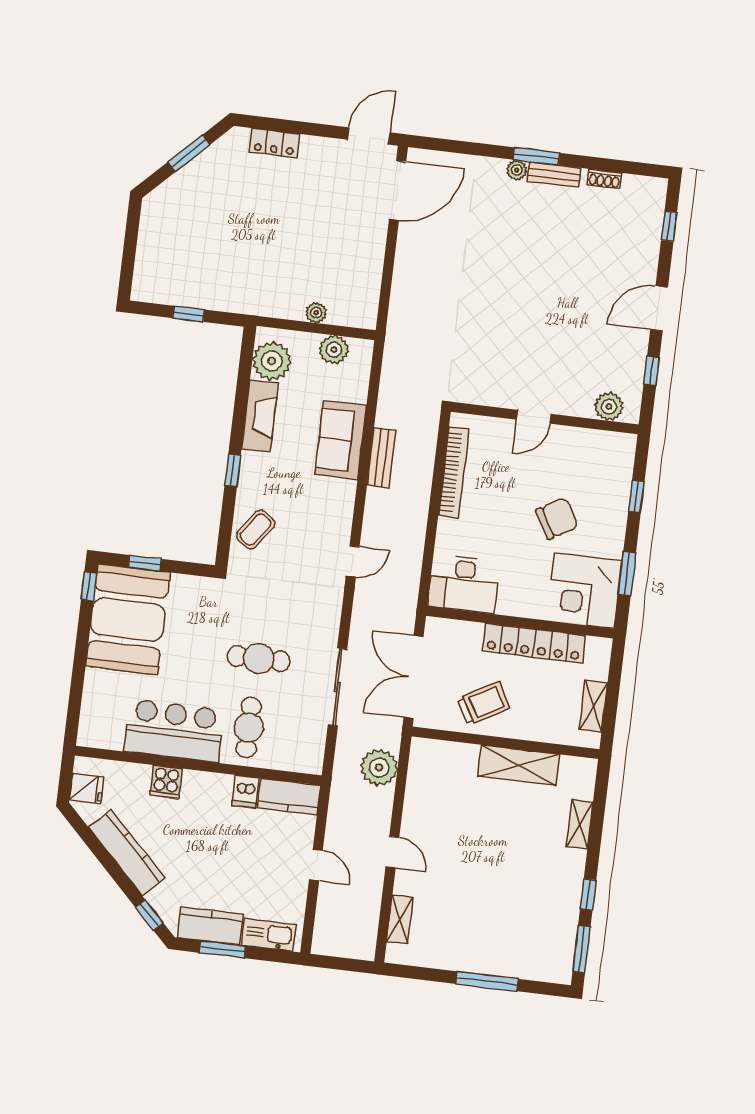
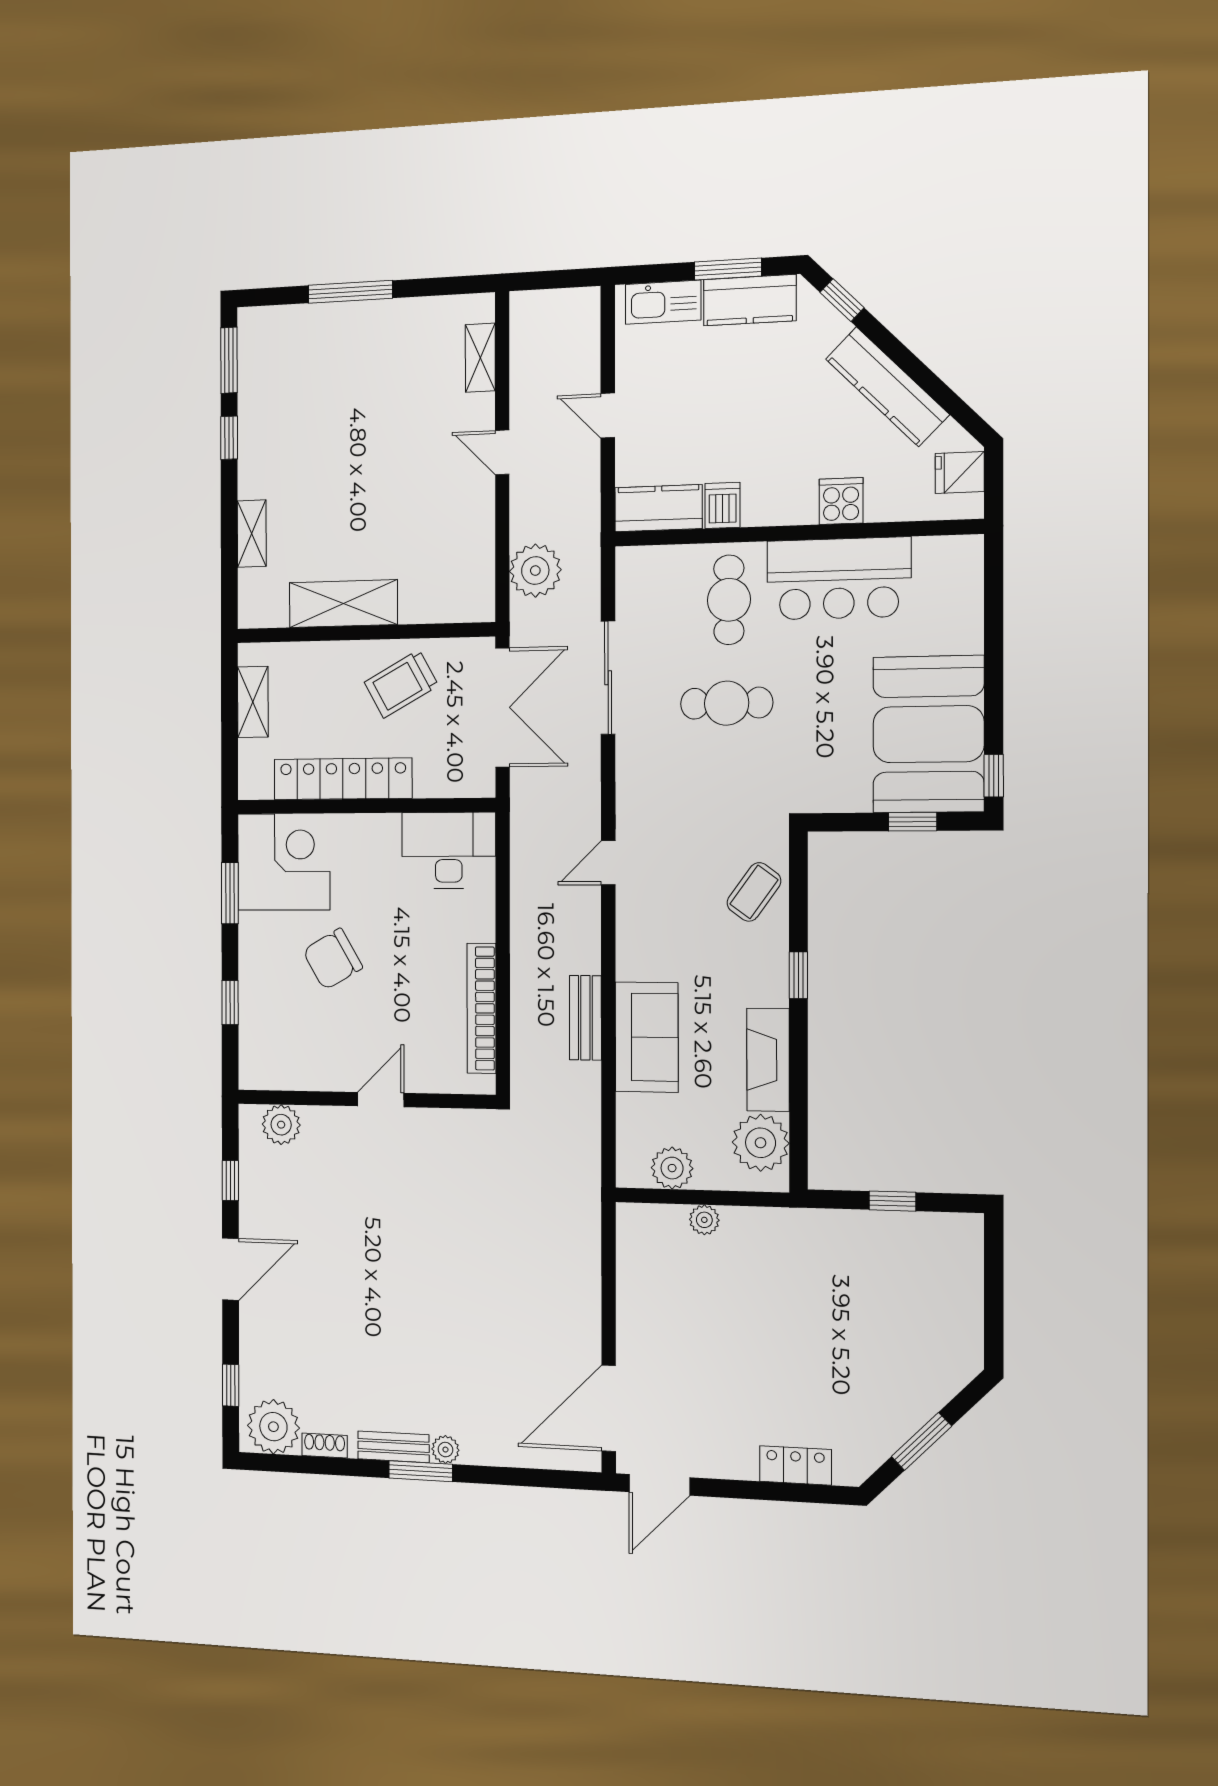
plant: (641, 195) -> (273, 1427), added

